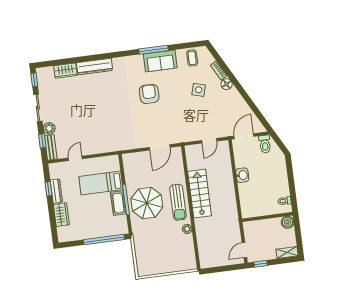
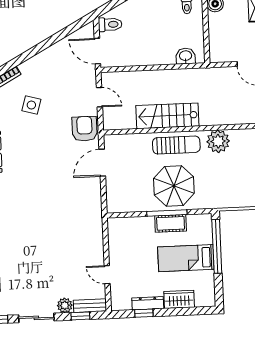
floor lamp: (227, 84) -> (27, 68), removed
armchair: (149, 94) -> (85, 129), moved, turned 90
door: (160, 147) -> (102, 163), swing flipped
washbasin: (242, 175) -> (186, 56), moved
bed: (101, 183) -> (186, 258), moved, turned 90
plant: (187, 229) -> (218, 141), width x1.88, depth x1.88

